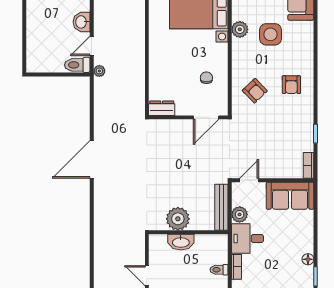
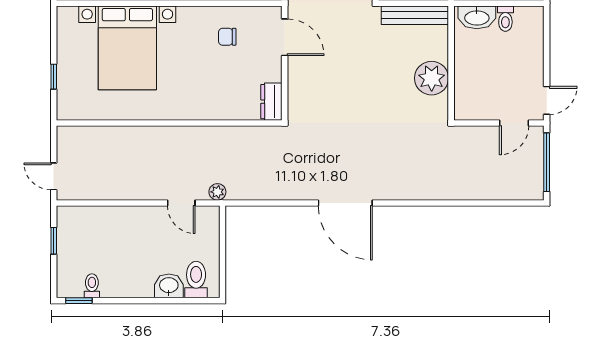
washbasin: (82, 22) -> (169, 286), moved, turned 180
toilet: (77, 65) -> (196, 280), moved, turned 180
washbasin: (181, 242) -> (477, 17), moved, turned 90

